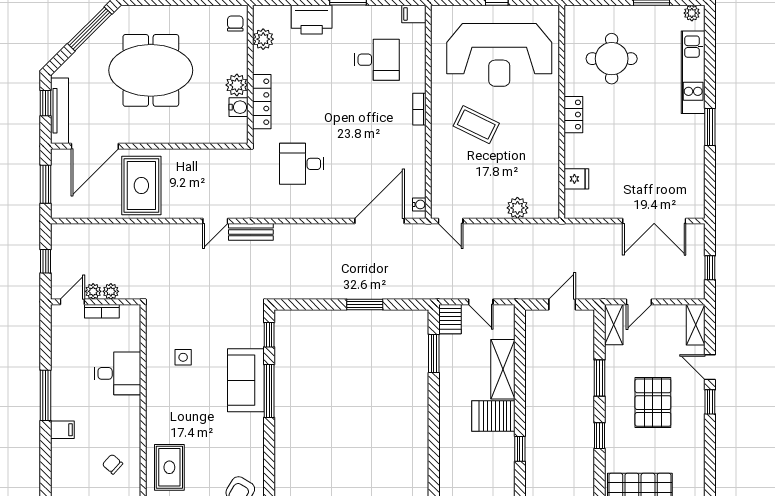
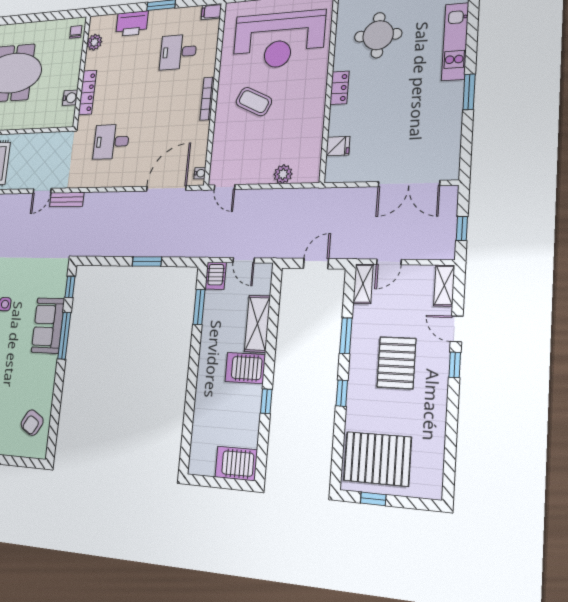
desk: (377, 60) -> (178, 52), turned 180
plant: (237, 85) -> (71, 80), removed
bookcase: (419, 109) -> (207, 99), width x1.56

